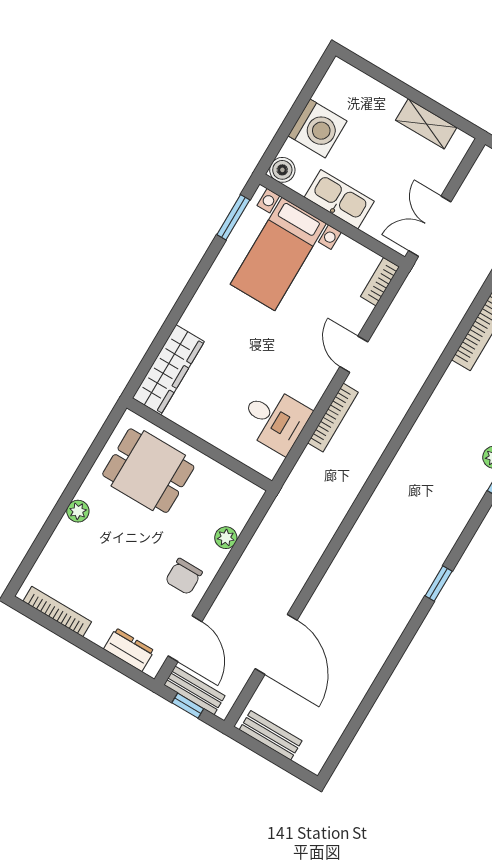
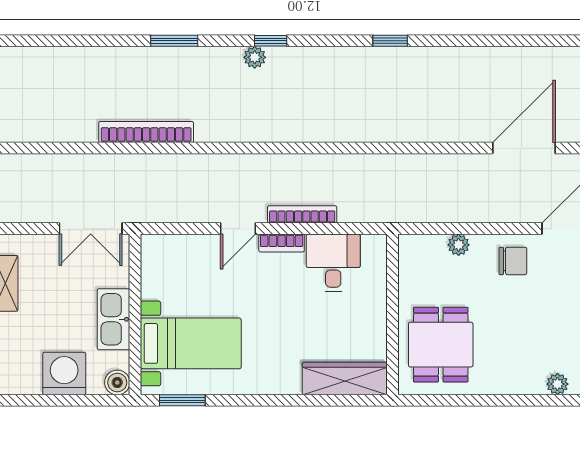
bookcase: (380, 282) -> (282, 243), moved
plant: (78, 511) -> (557, 384), moved

